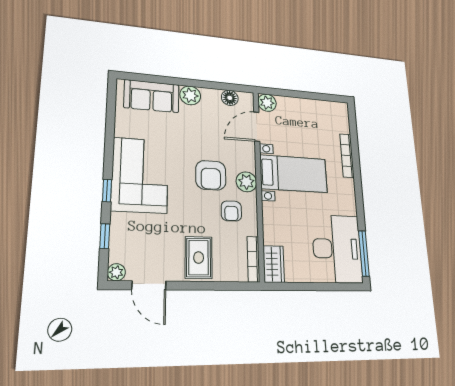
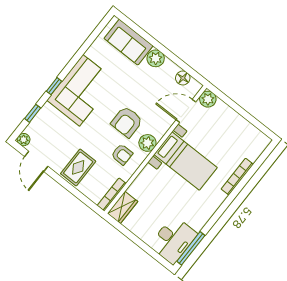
armchair: (231, 211) -> (122, 154), turned -90
desk: (337, 249) -> (173, 240), width x0.73, depth x0.77

